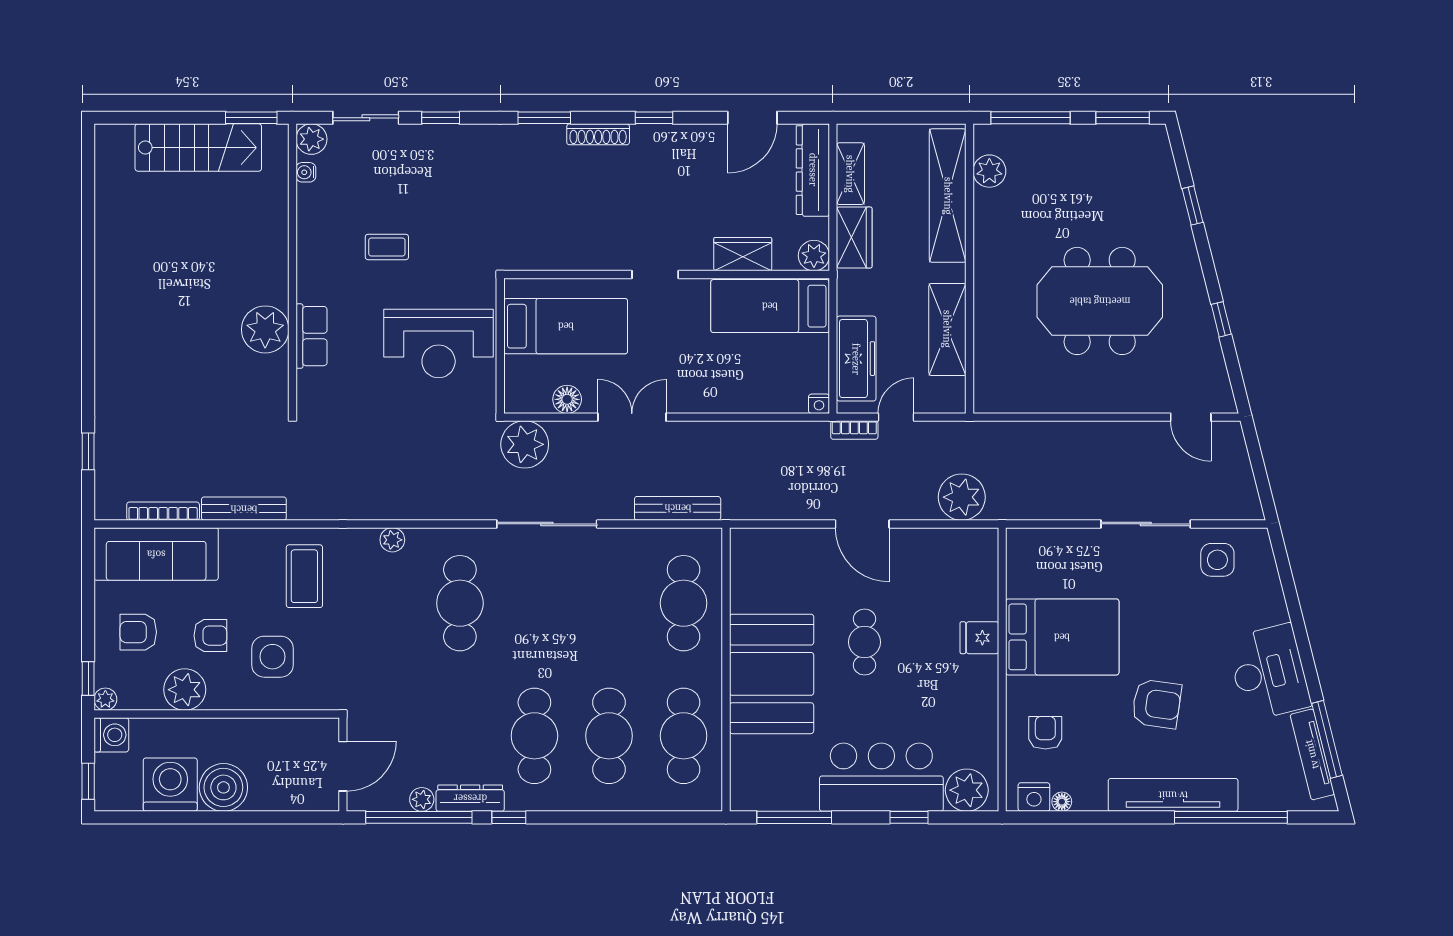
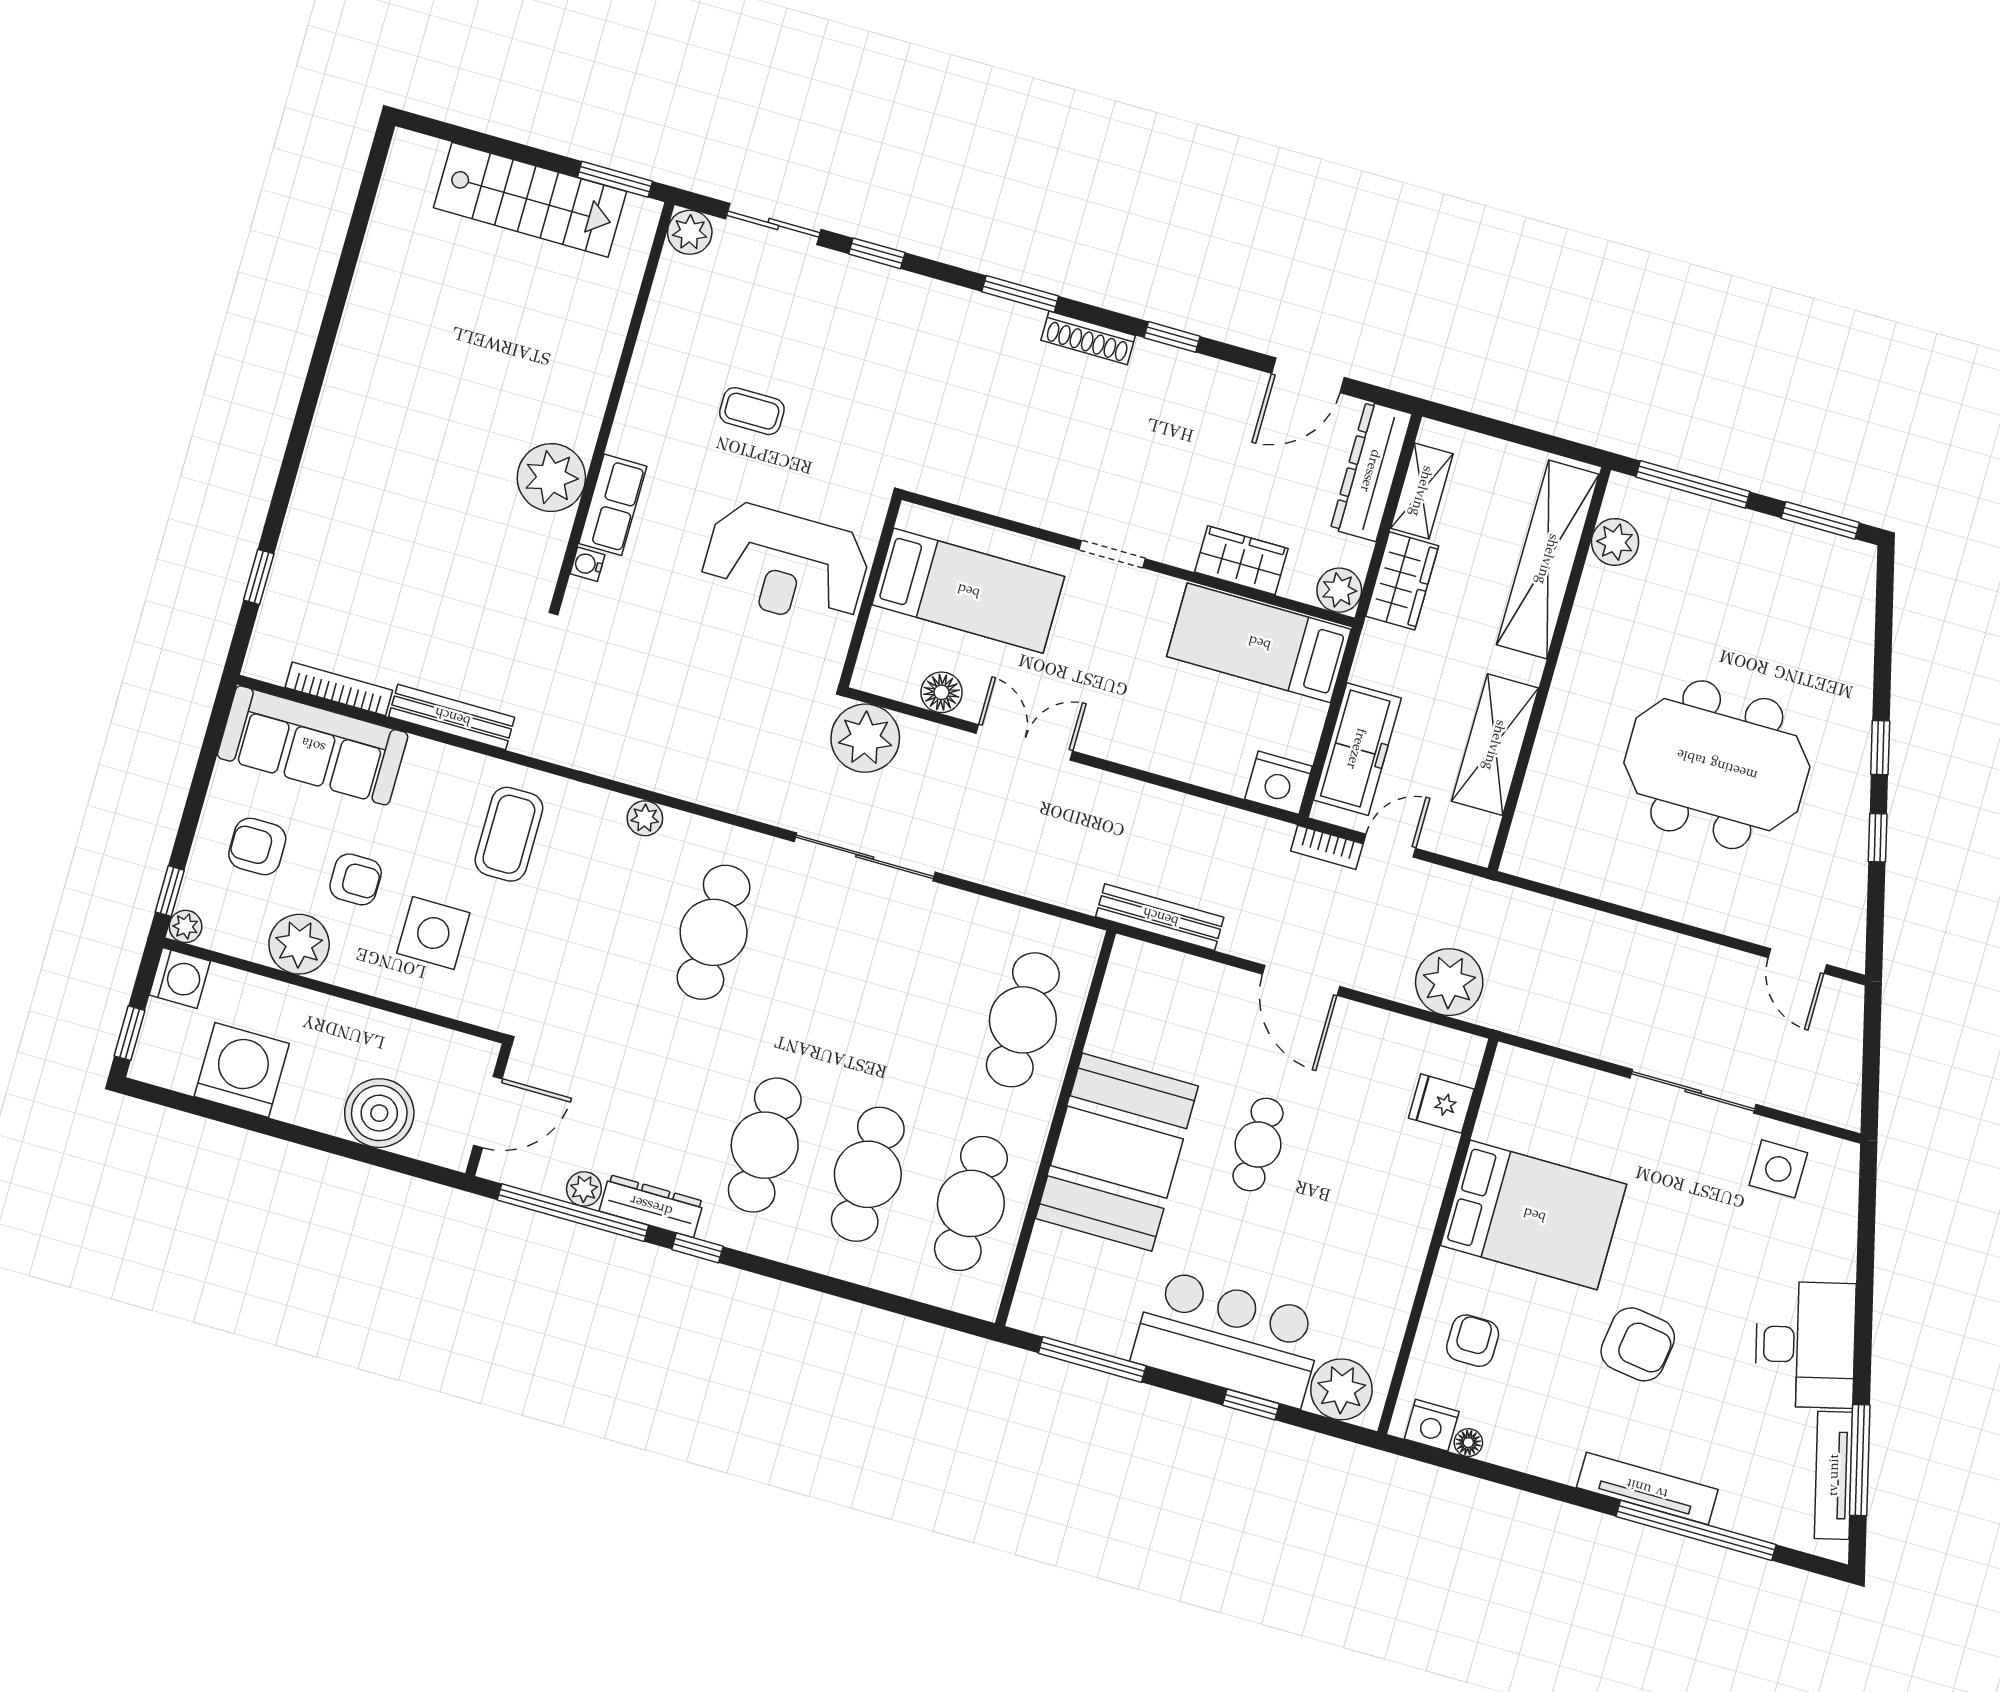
water cooler: (306, 172) -> (587, 564), moved
window: (1192, 205) -> (1880, 748), moved
nightstand: (819, 404) -> (1279, 783), width x1.89, depth x1.79
bench: (678, 508) -> (1160, 917), moved
fridge: (979, 638) -> (1441, 1104), moved
boiler: (223, 787) -> (379, 1113), moved
tv unit: (1173, 795) -> (1647, 1489), width x0.73, depth x0.78

